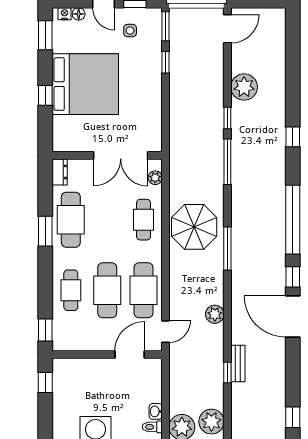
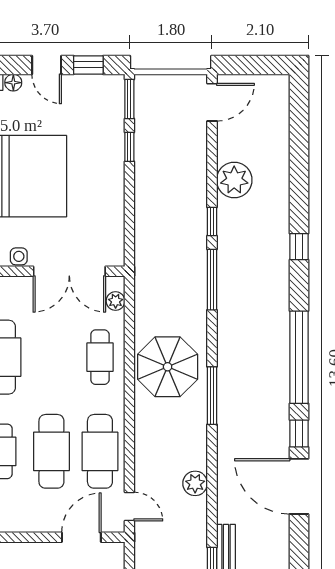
side table: (130, 31) -> (19, 256), moved
door: (166, 332) -> (129, 507), hinge flipped

